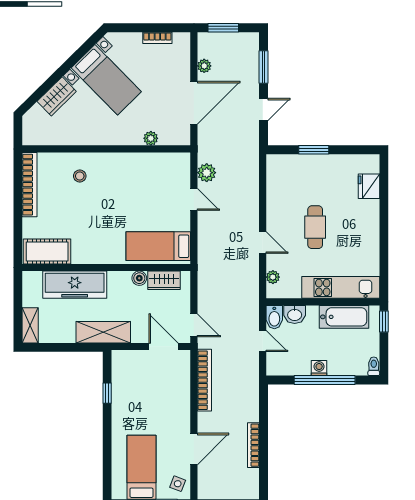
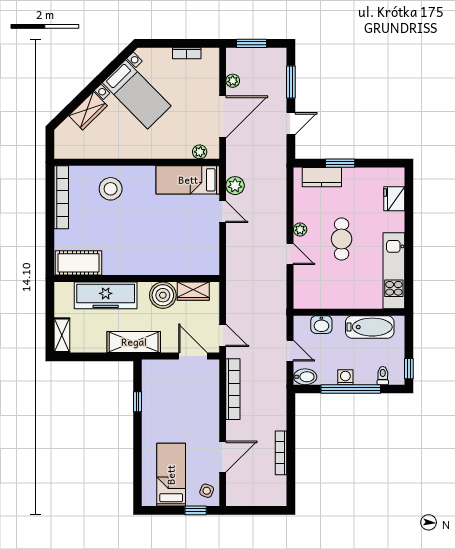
plant: (151, 138) -> (200, 152), moved
kitchen counter: (295, 164) -> (322, 177), added
stool: (80, 176) -> (111, 189), width x1.89, depth x1.89
bed: (158, 246) -> (188, 180), moved
plant: (273, 277) -> (300, 229), moved
boiler: (139, 278) -> (163, 295), width x1.86, depth x1.86
kitchen unit: (341, 287) -> (394, 271), moved, turned -90
bidet: (274, 317) -> (305, 377), moved, turned -90
window: (384, 321) -> (409, 369), moved
toilet: (374, 366) -> (383, 376), moved

